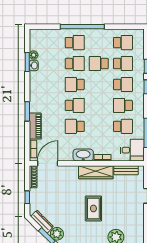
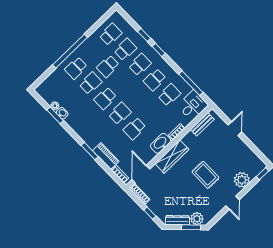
school desk: (75, 43) -> (76, 68), turned 180
wardrobe: (96, 172) -> (172, 156), moved

